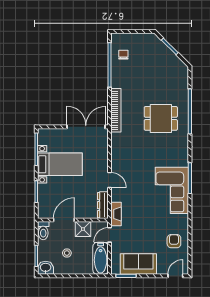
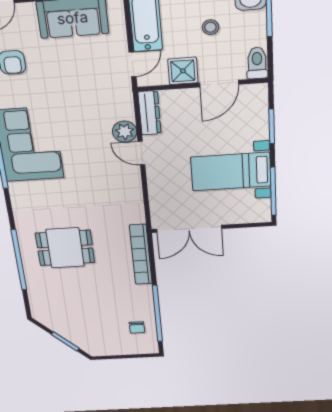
plant: (118, 195) -> (125, 132), added
fireplace: (116, 214) -> (124, 100), removed

